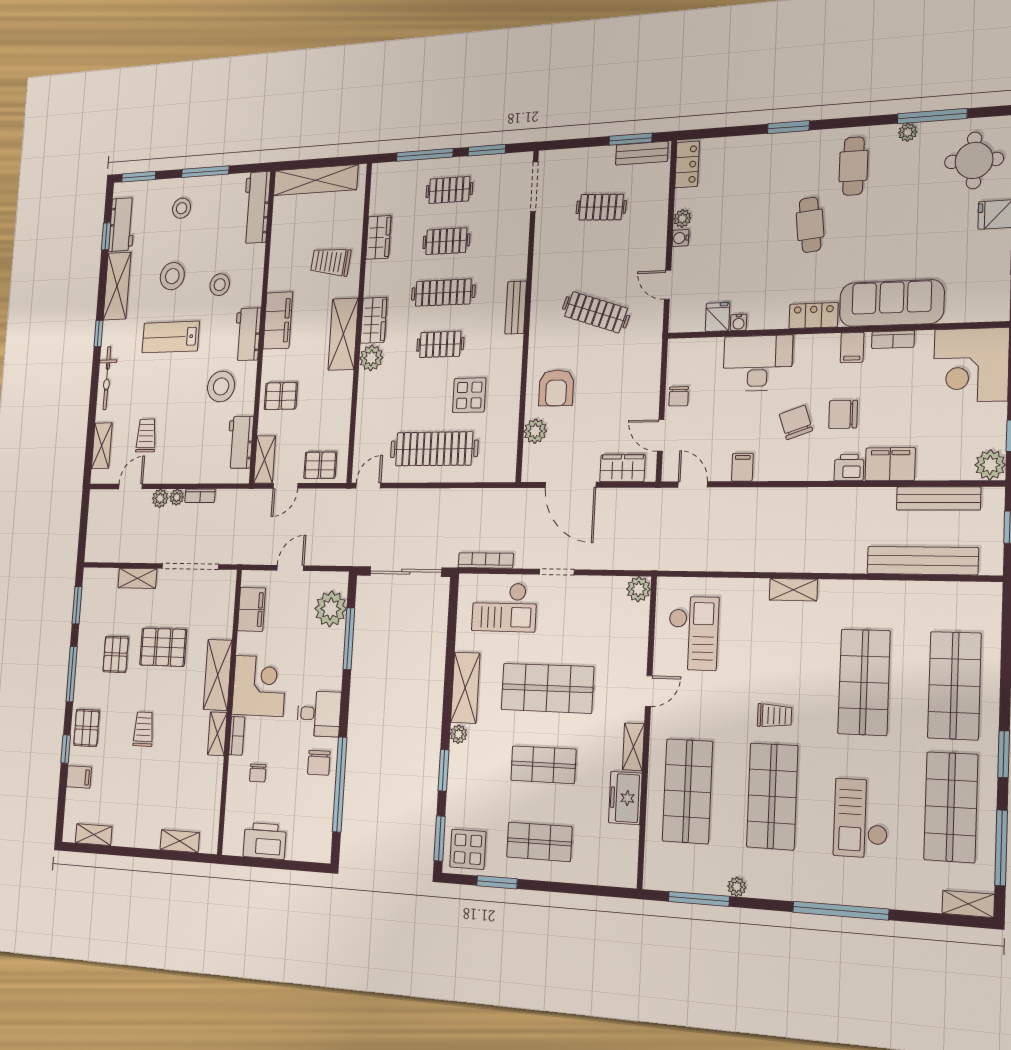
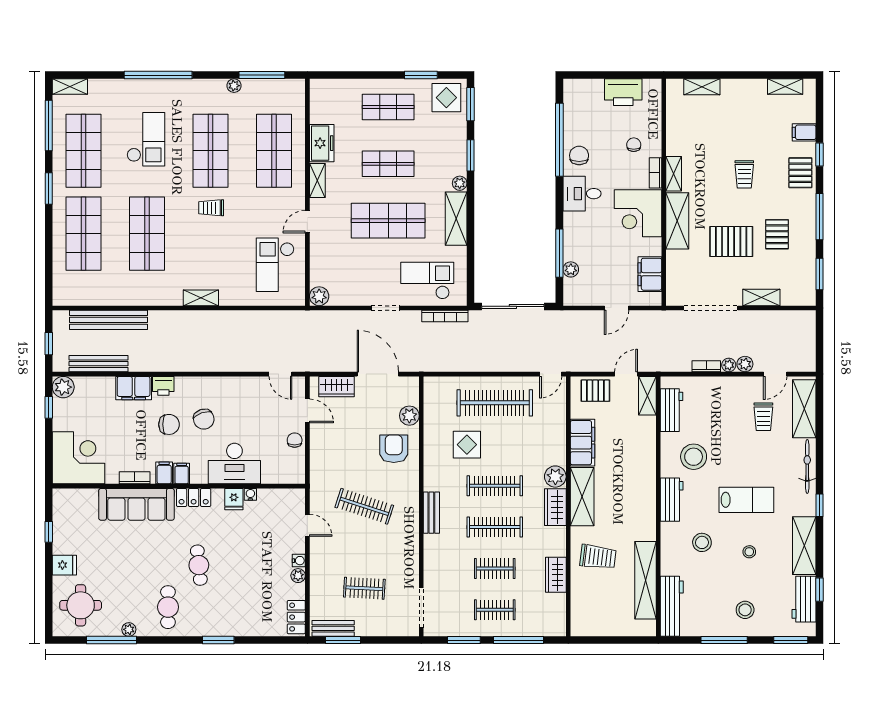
shelving: (316, 180) -> (645, 580), moved, turned 90
stool: (172, 276) -> (749, 552), width x0.53, depth x0.53
fridge: (717, 317) -> (234, 499), moved
filing cabinet: (278, 320) -> (583, 443), moved, turned 180
clothes rail: (440, 344) -> (495, 486), width x1.36
pallet: (281, 396) -> (636, 448), removed
shelving: (102, 446) -> (804, 409), width x1.50, depth x1.33
filing cabinet: (742, 467) -> (182, 474), moved, turned 180
plant: (331, 609) -> (571, 269), width x0.53, depth x0.53

